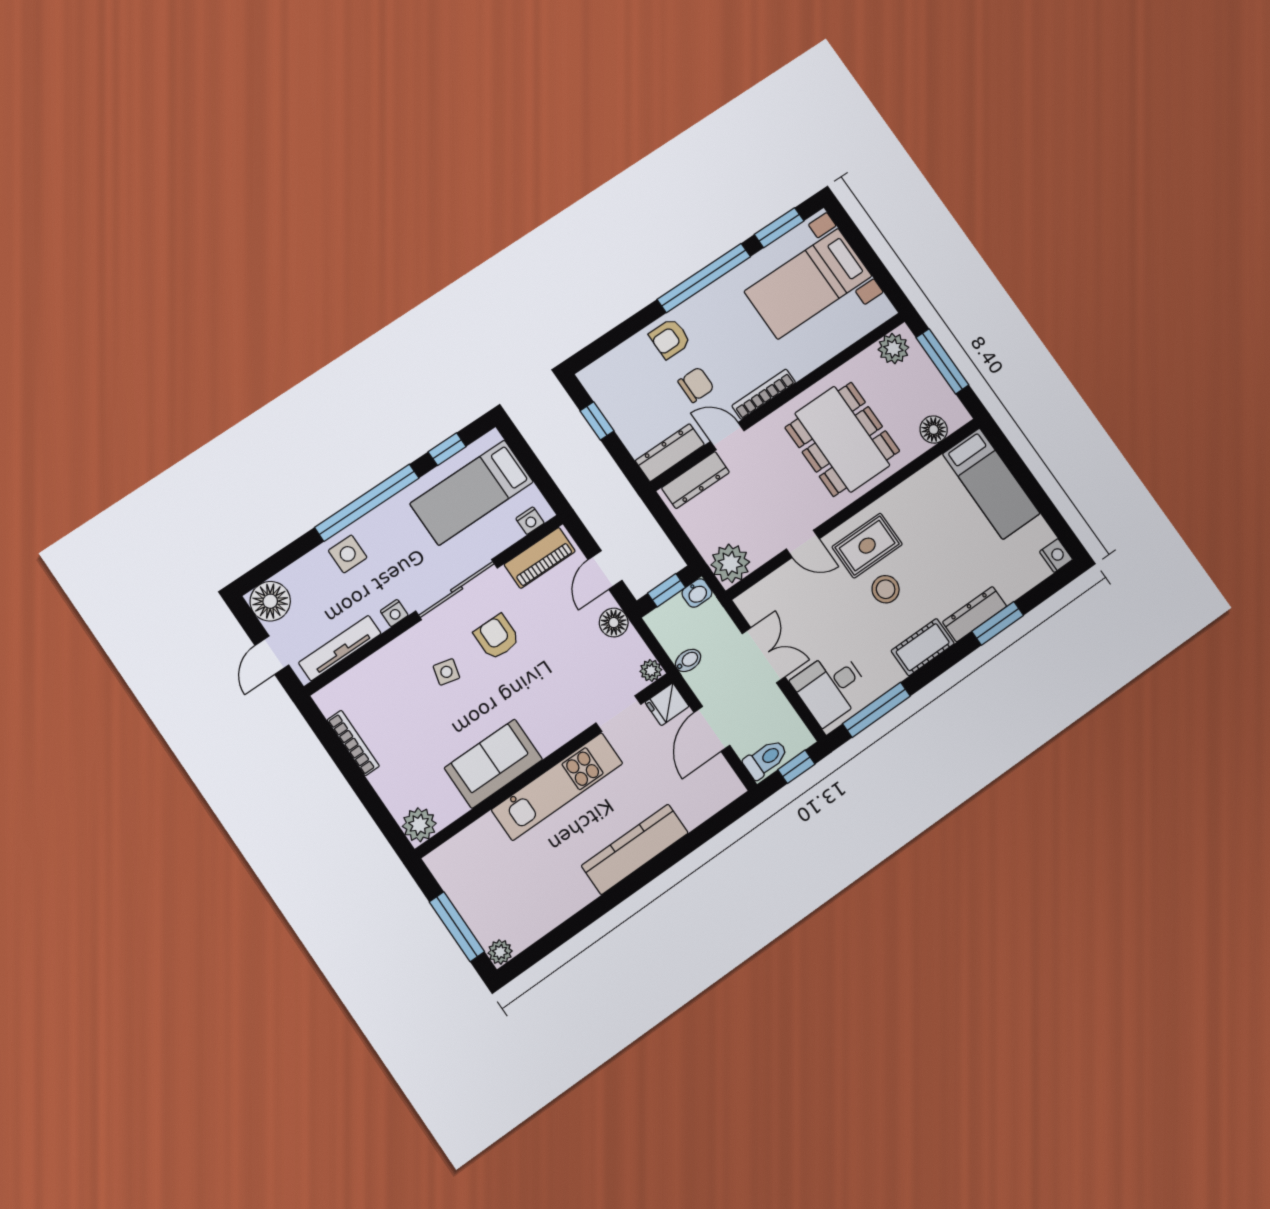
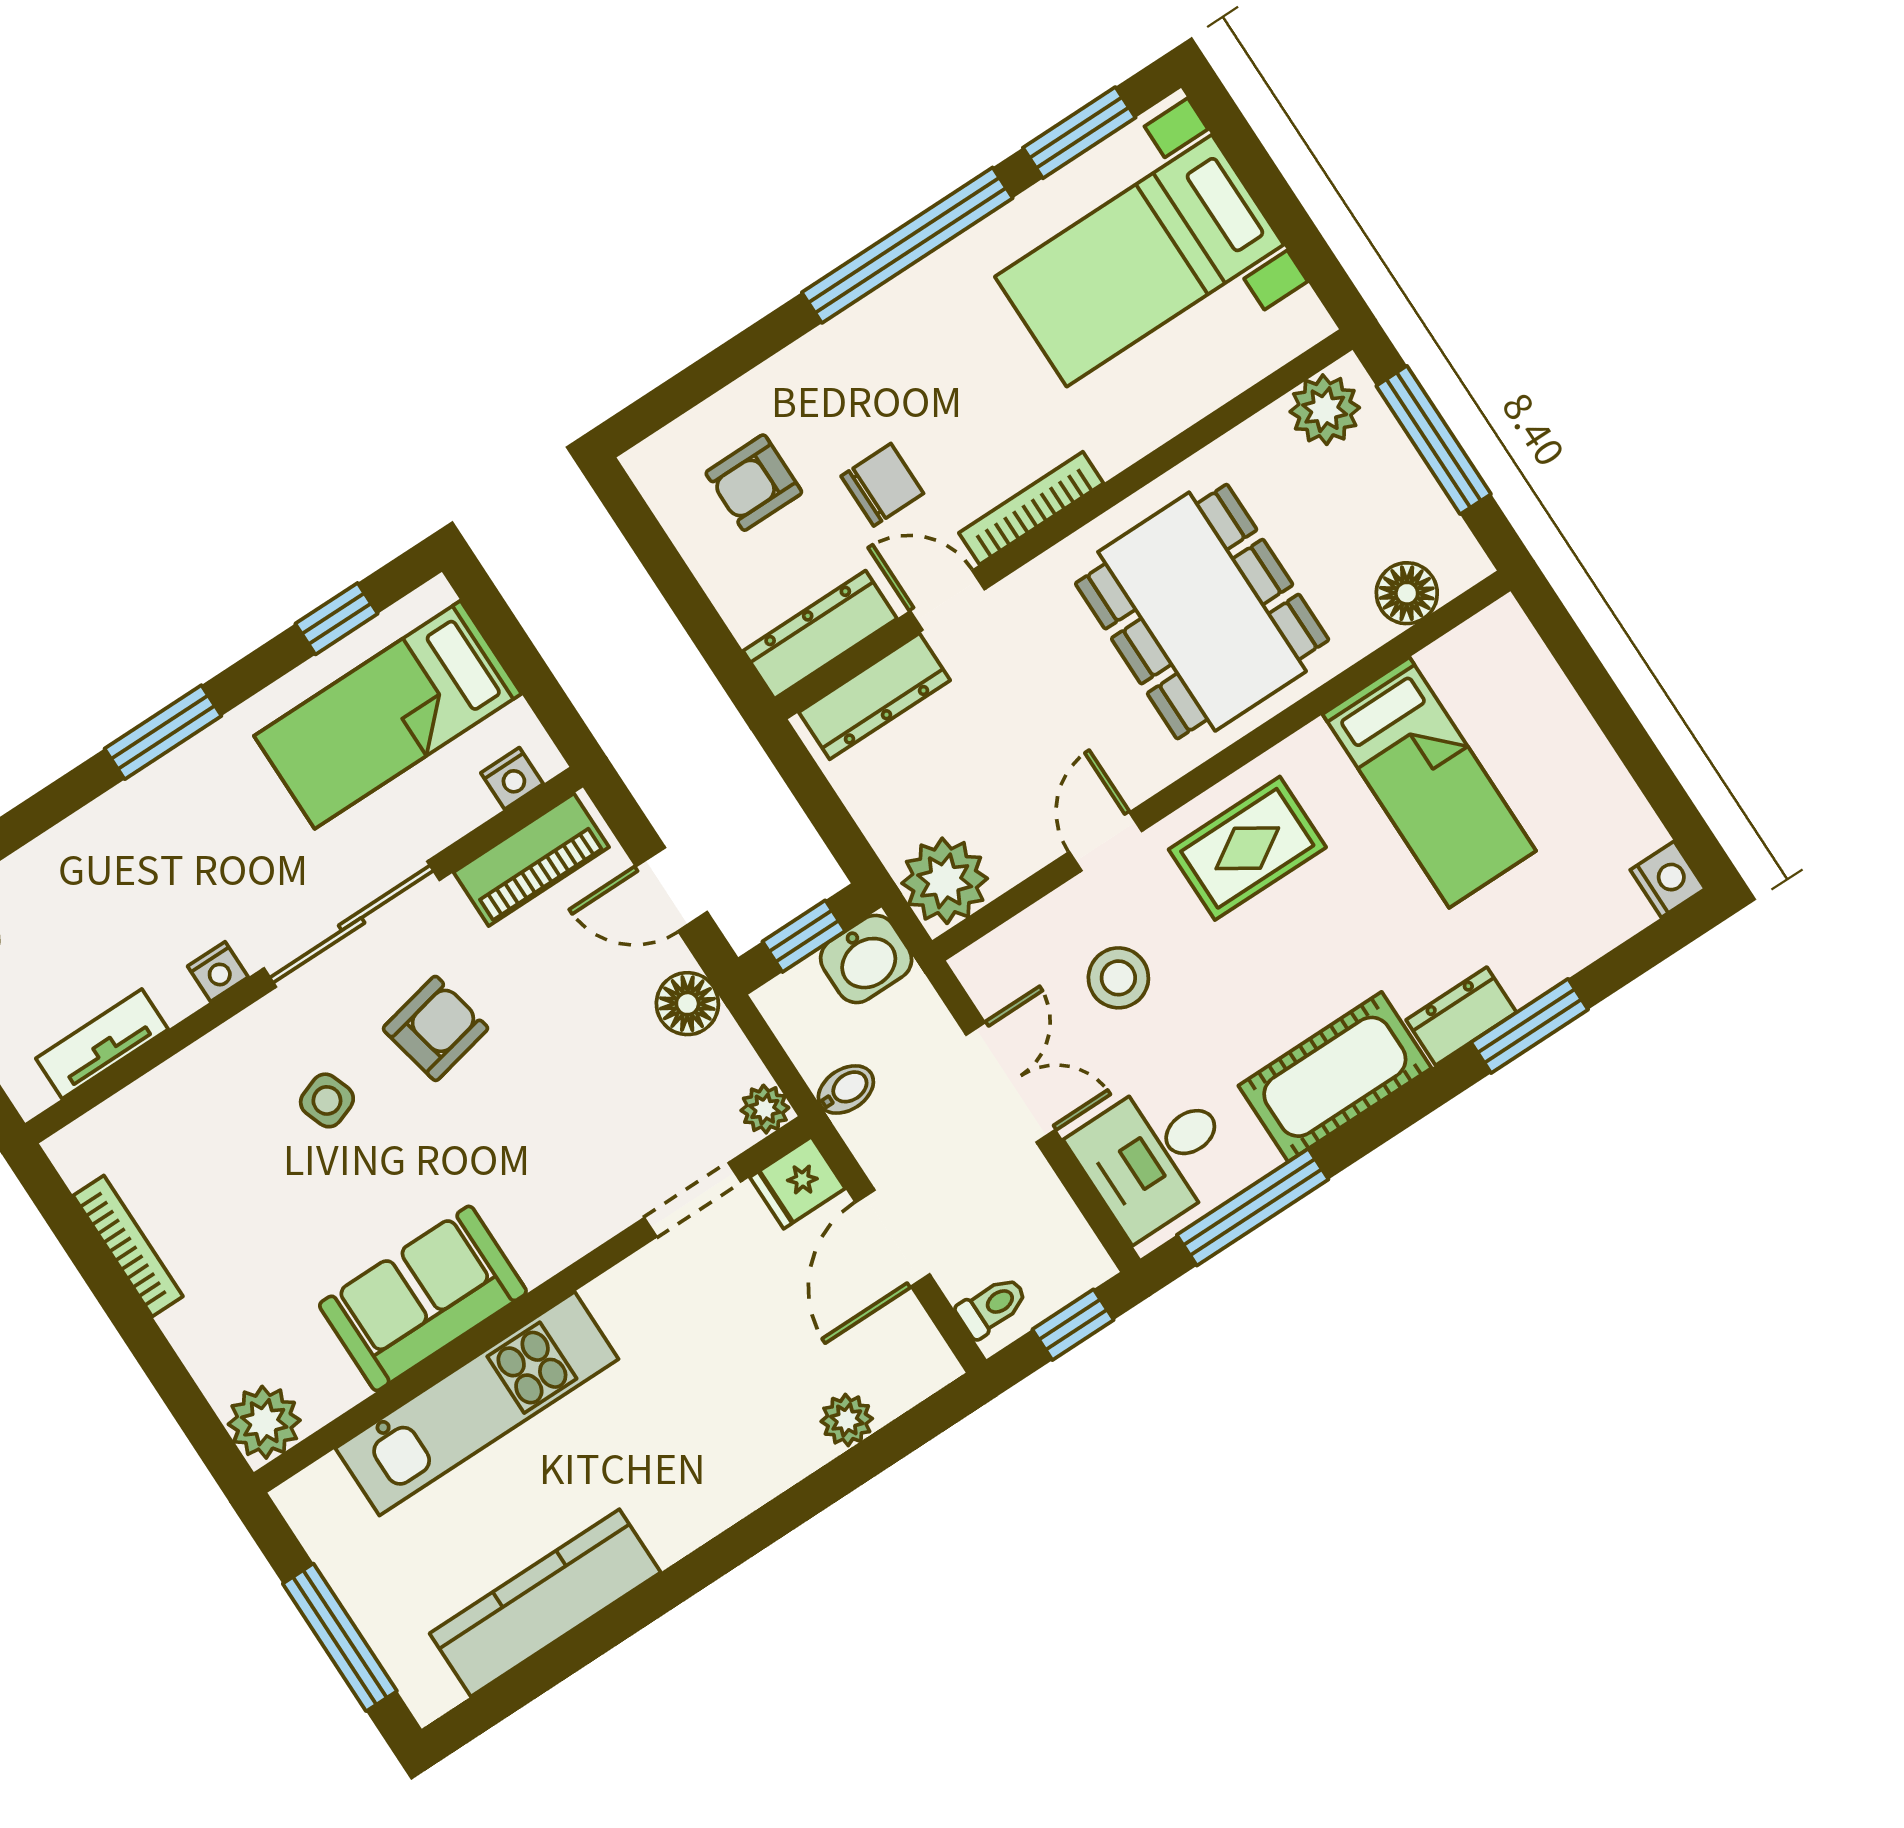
armchair: (670, 339) -> (754, 483), moved
window: (597, 421) -> (663, 562), removed
bed: (991, 484) -> (1429, 783), moved
window: (367, 503) -> (163, 732), width x0.47
door: (803, 544) -> (1105, 841), swing flipped
side table: (348, 554) -> (121, 842), removed
door: (605, 570) -> (672, 889), hinge flipped
stool: (886, 589) -> (1118, 978), moved
washbasin: (697, 593) -> (866, 959), width x1.38, depth x1.45
dresser: (975, 614) -> (1461, 1016), width x0.70
armchair: (497, 637) -> (435, 1028), turned 78
cot: (923, 647) -> (1335, 1077), width x1.37, depth x1.34
tv unit: (340, 648) -> (102, 1044), width x0.71
side table: (446, 672) -> (327, 1100), turned -34
toilet: (766, 759) -> (992, 1307), width x0.73, depth x0.72
kitchen unit: (557, 786) -> (477, 1404), moved
kitchen counter: (635, 849) -> (545, 1603), moved
plant: (500, 952) -> (847, 1420), moved

